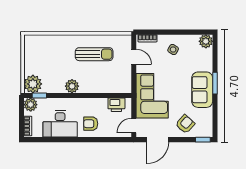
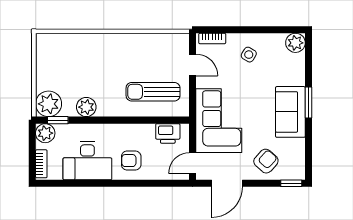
sun lounger: (94, 54) -> (153, 92), moved, turned 180
plant: (72, 86) -> (86, 107), moved

